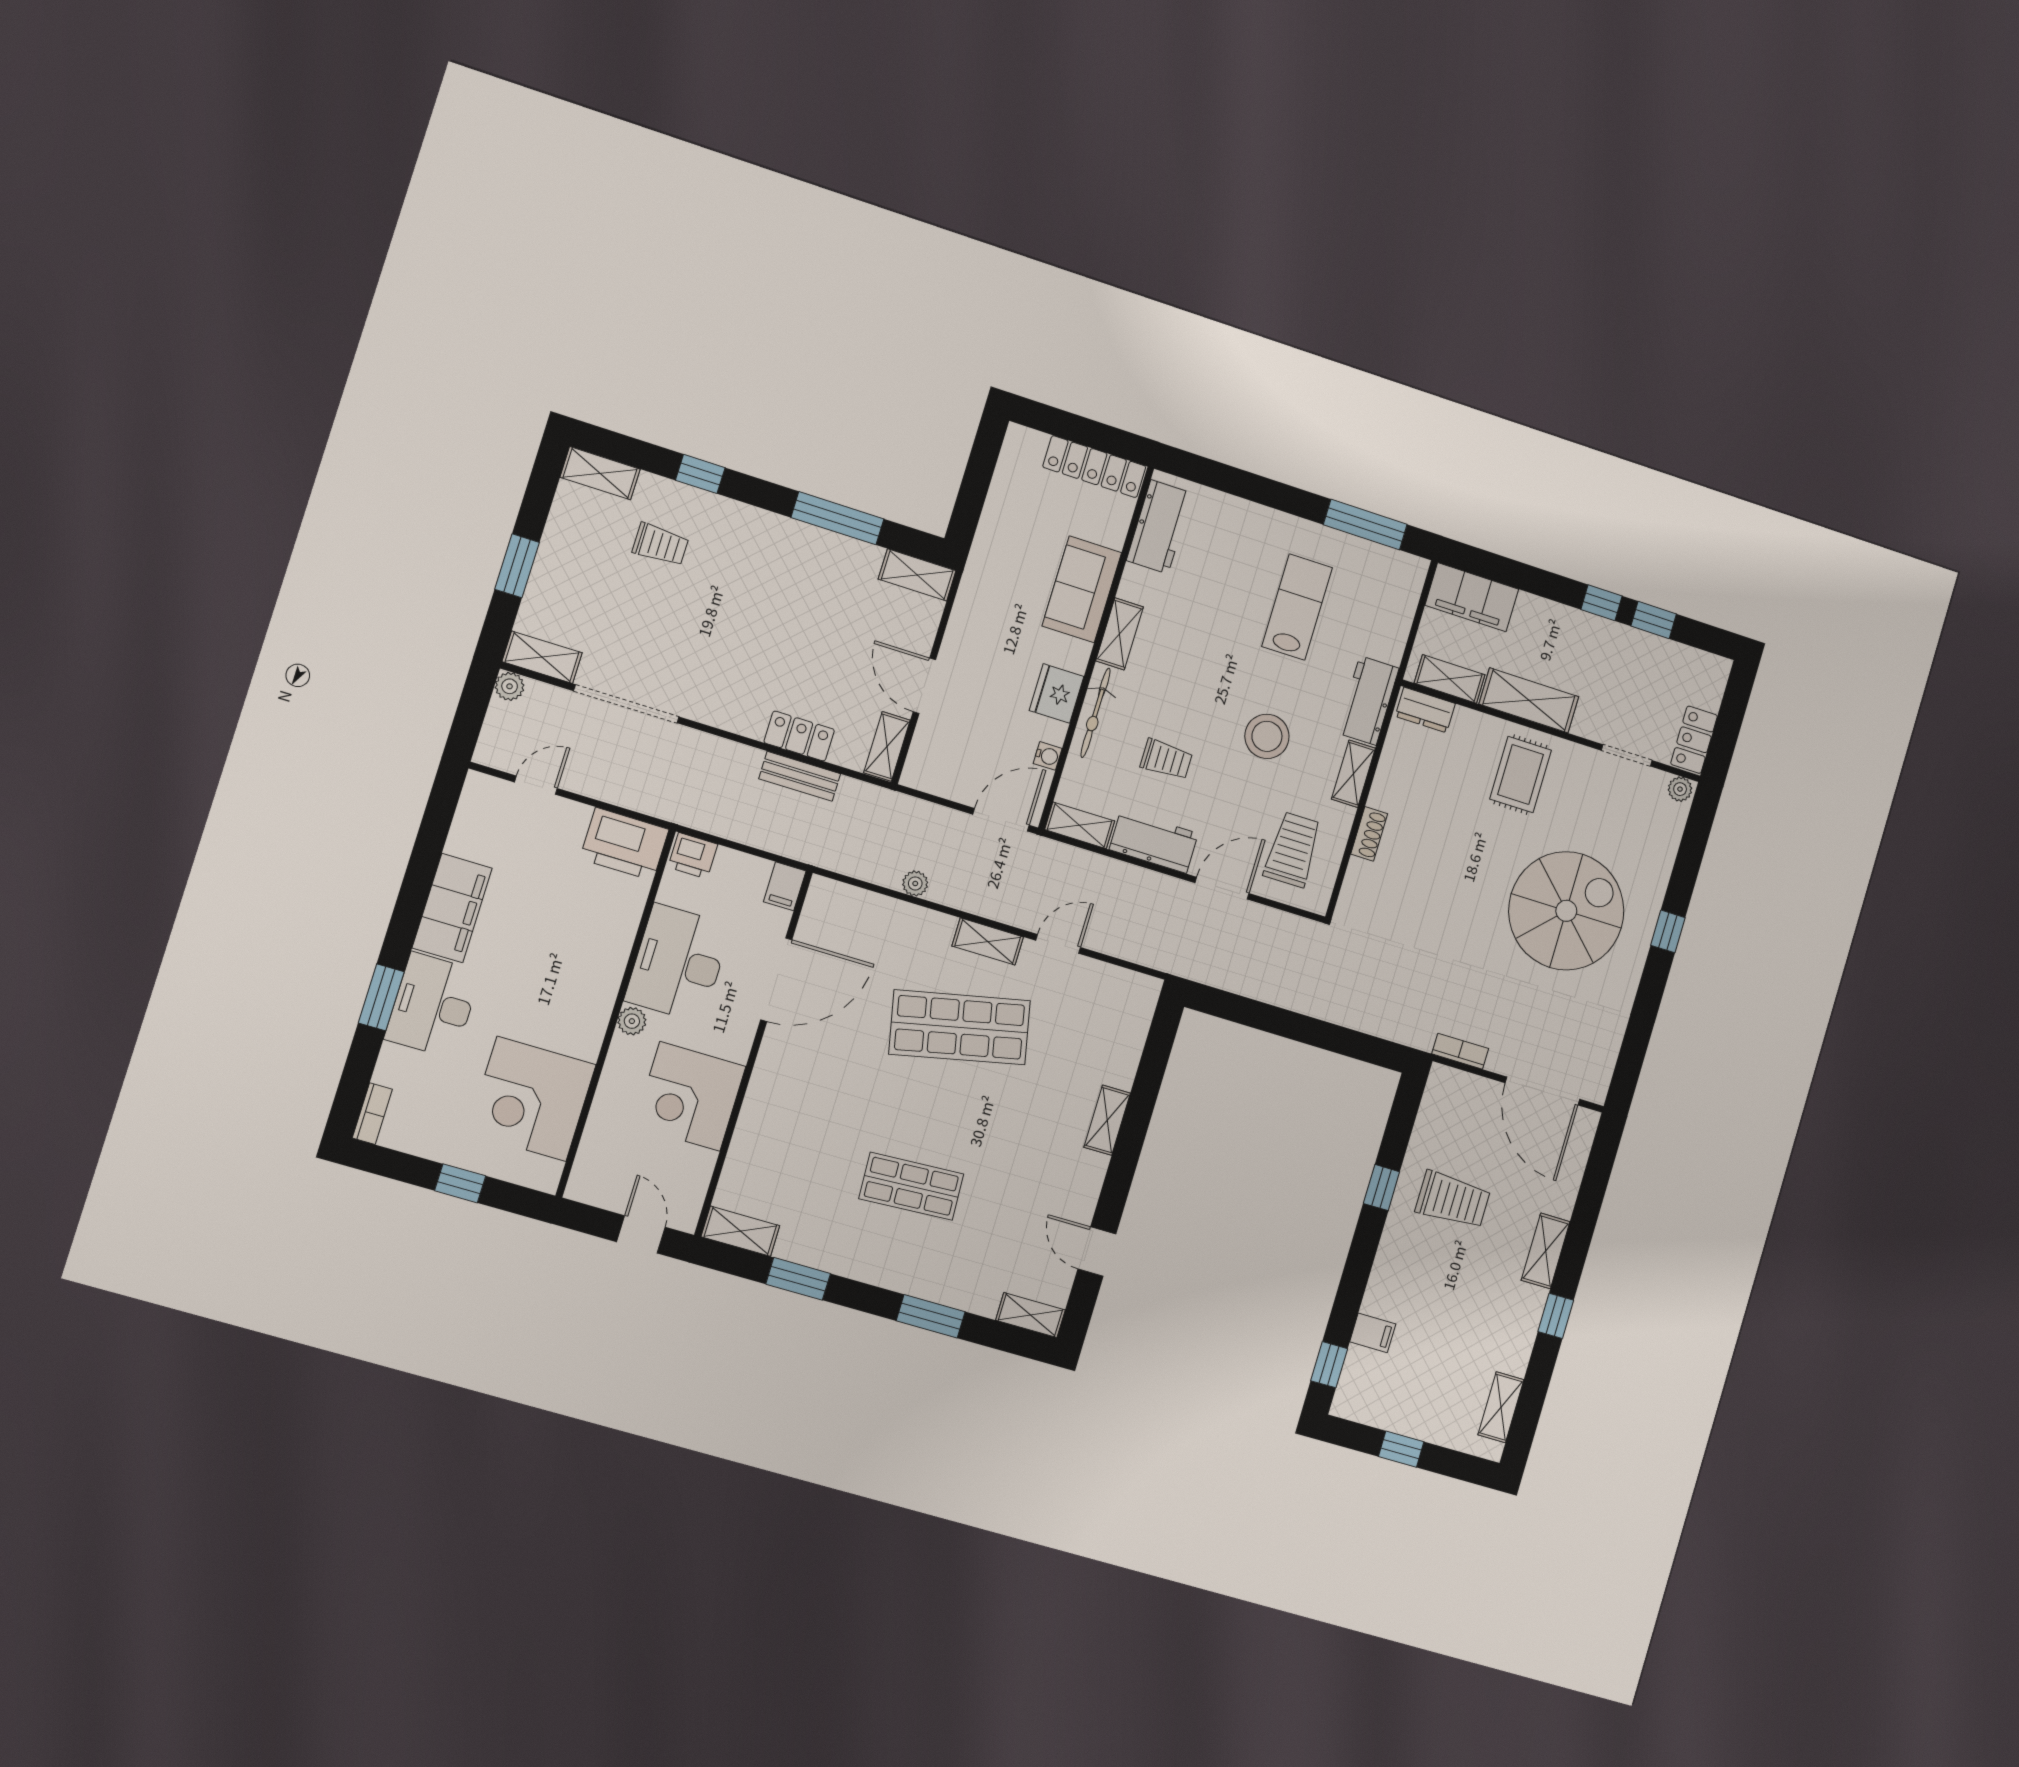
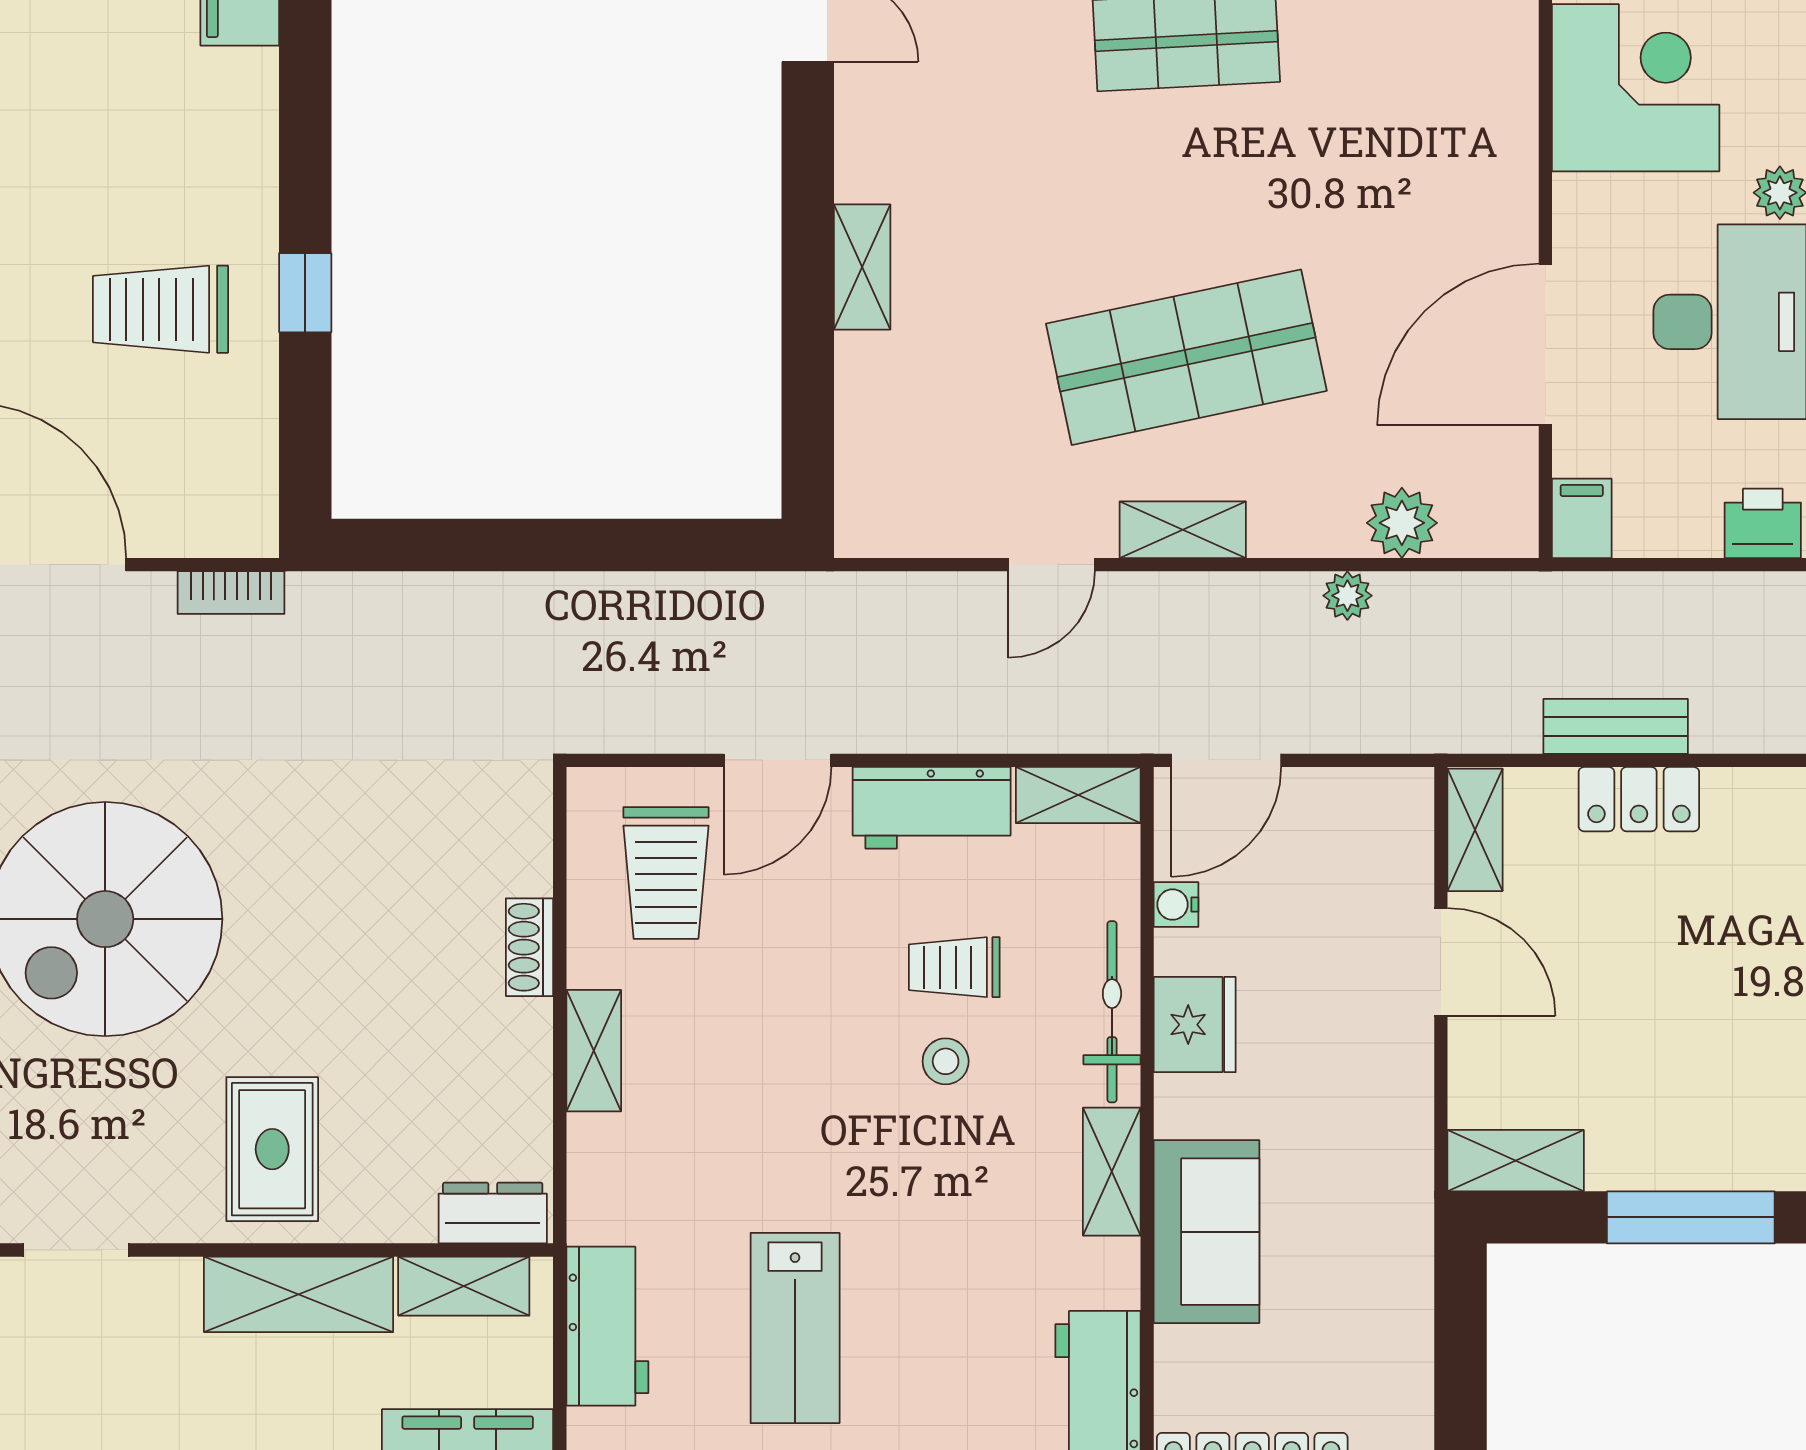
workbench: (1368, 701) -> (607, 1326), moved
stool: (1267, 736) -> (946, 1061), moved, width x0.53, depth x0.53
plant: (877, 912) -> (1402, 523), added

